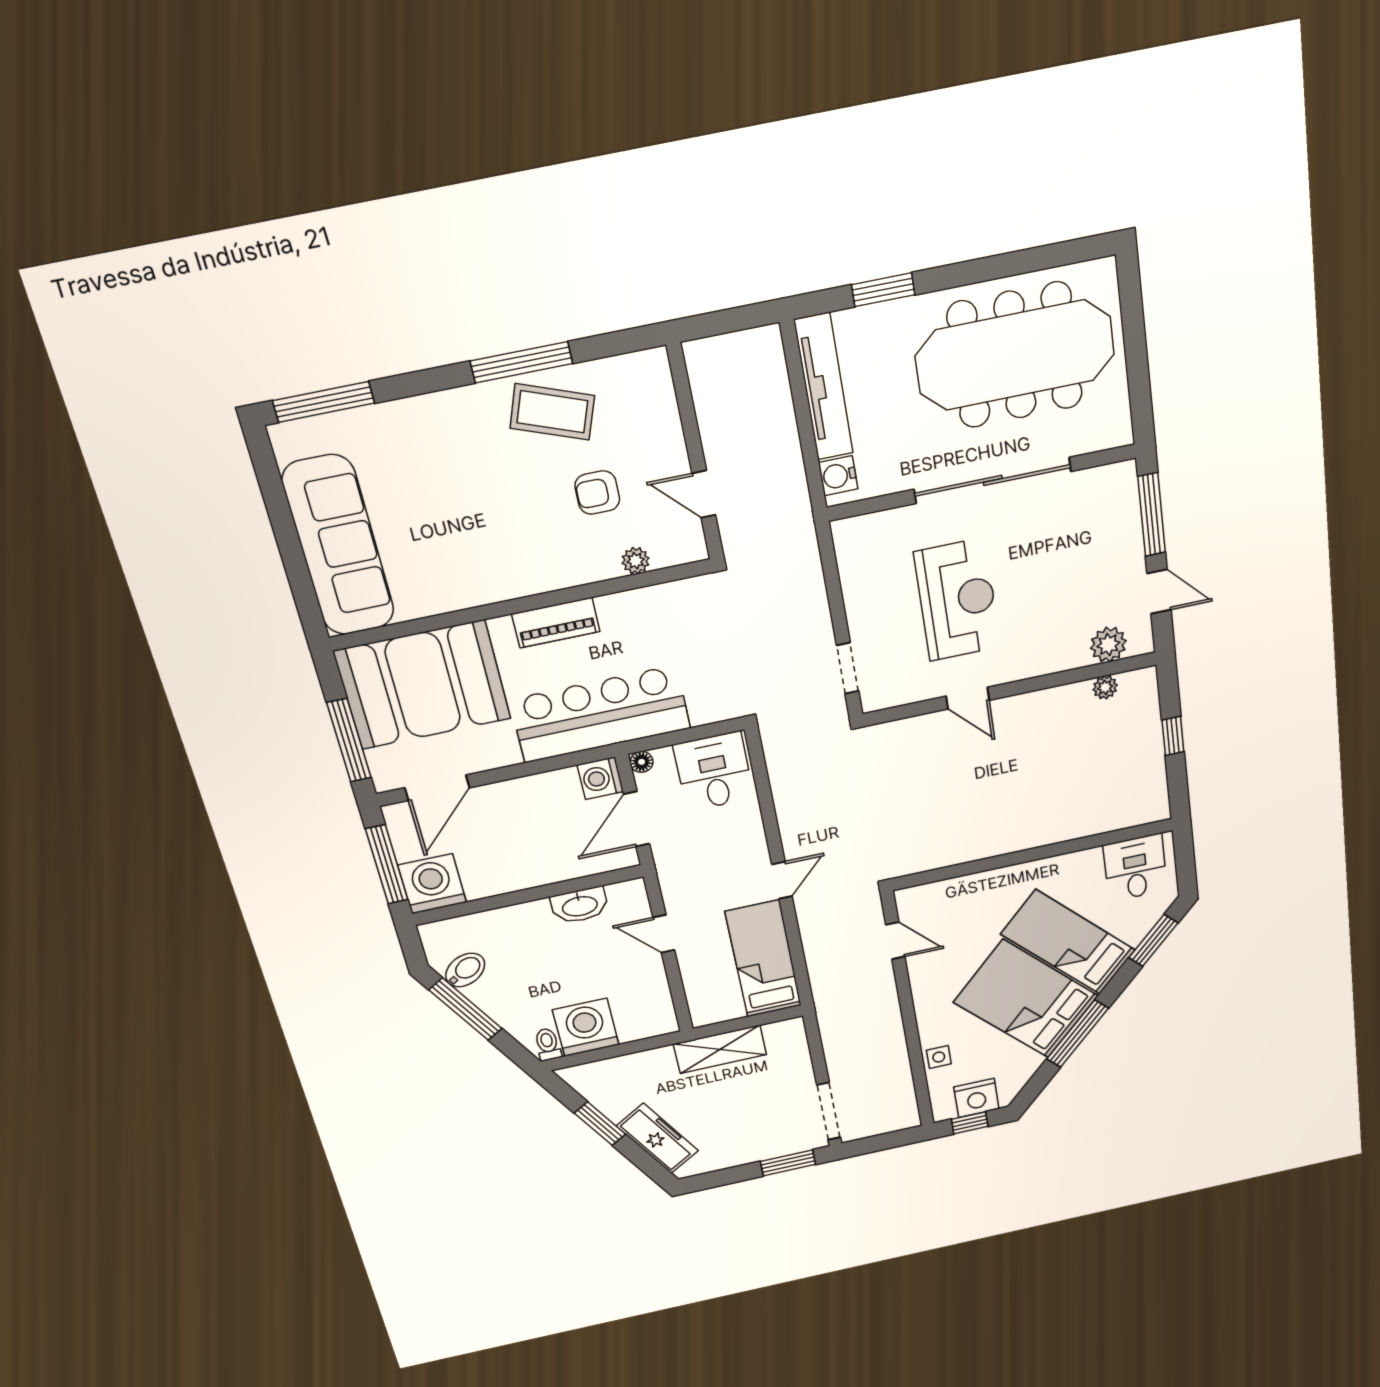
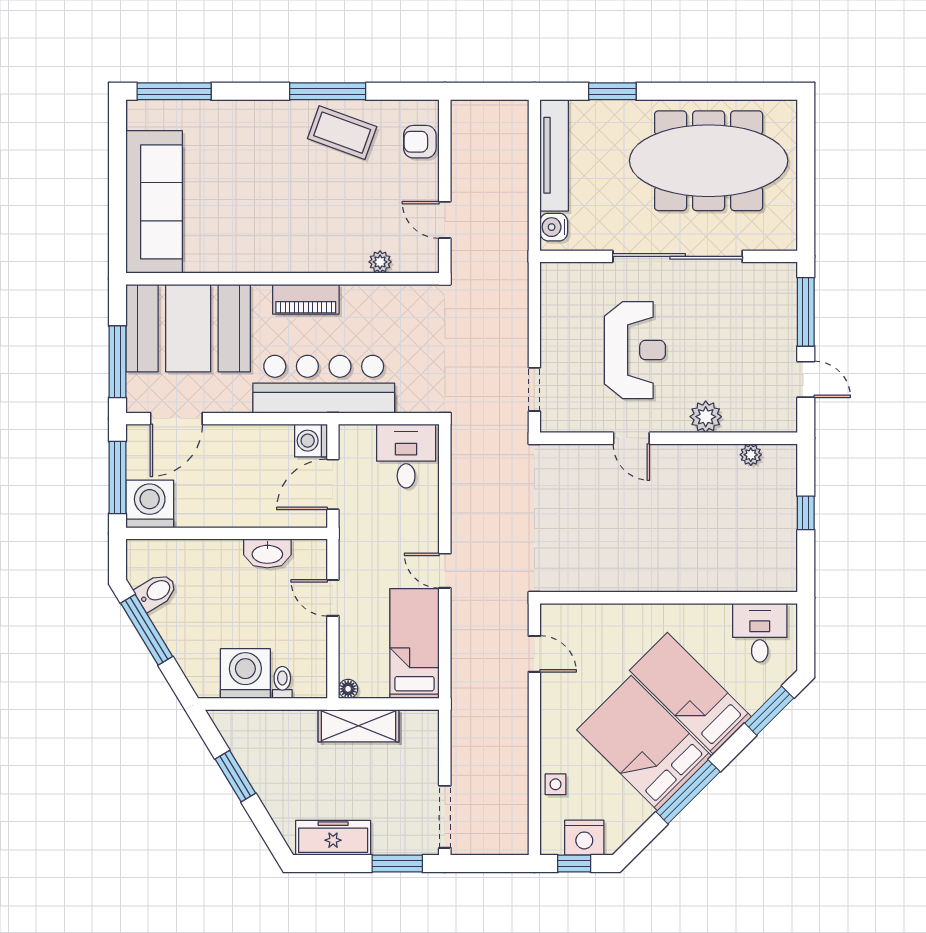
armchair: (597, 493) -> (420, 142), moved
plant: (1108, 645) -> (706, 417), moved
floor lamp: (642, 762) -> (348, 689), moved
door: (782, 880) -> (445, 571), swing flipped
toilet: (548, 1044) -> (282, 682), moved
freezer: (657, 1138) -> (333, 838), moved, turned -59

